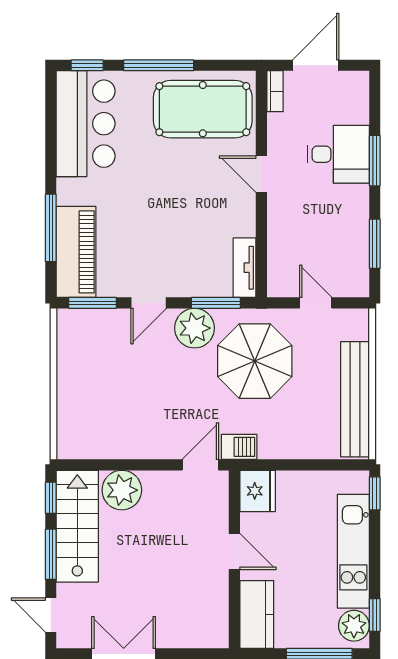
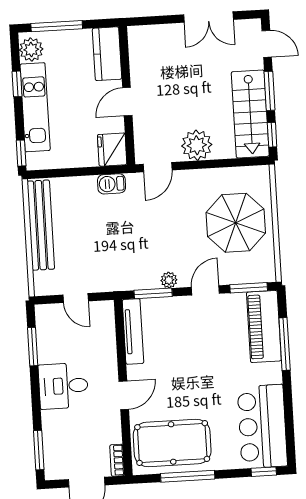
window: (159, 65) -> (188, 476), moved
desk: (338, 154) -> (63, 386), moved
window: (375, 161) -> (39, 450), moved
door: (261, 174) -> (124, 395), hinge flipped
tv unit: (245, 268) -> (133, 331), width x1.41
plant: (195, 328) -> (169, 280), width x0.53, depth x0.53
parasol: (255, 361) -> (236, 223), moved
barbecue: (239, 447) -> (112, 184), moved
plant: (122, 490) -> (197, 145), moved
door: (234, 551) -> (127, 102), hinge flipped
window: (375, 615) -> (17, 84), moved

